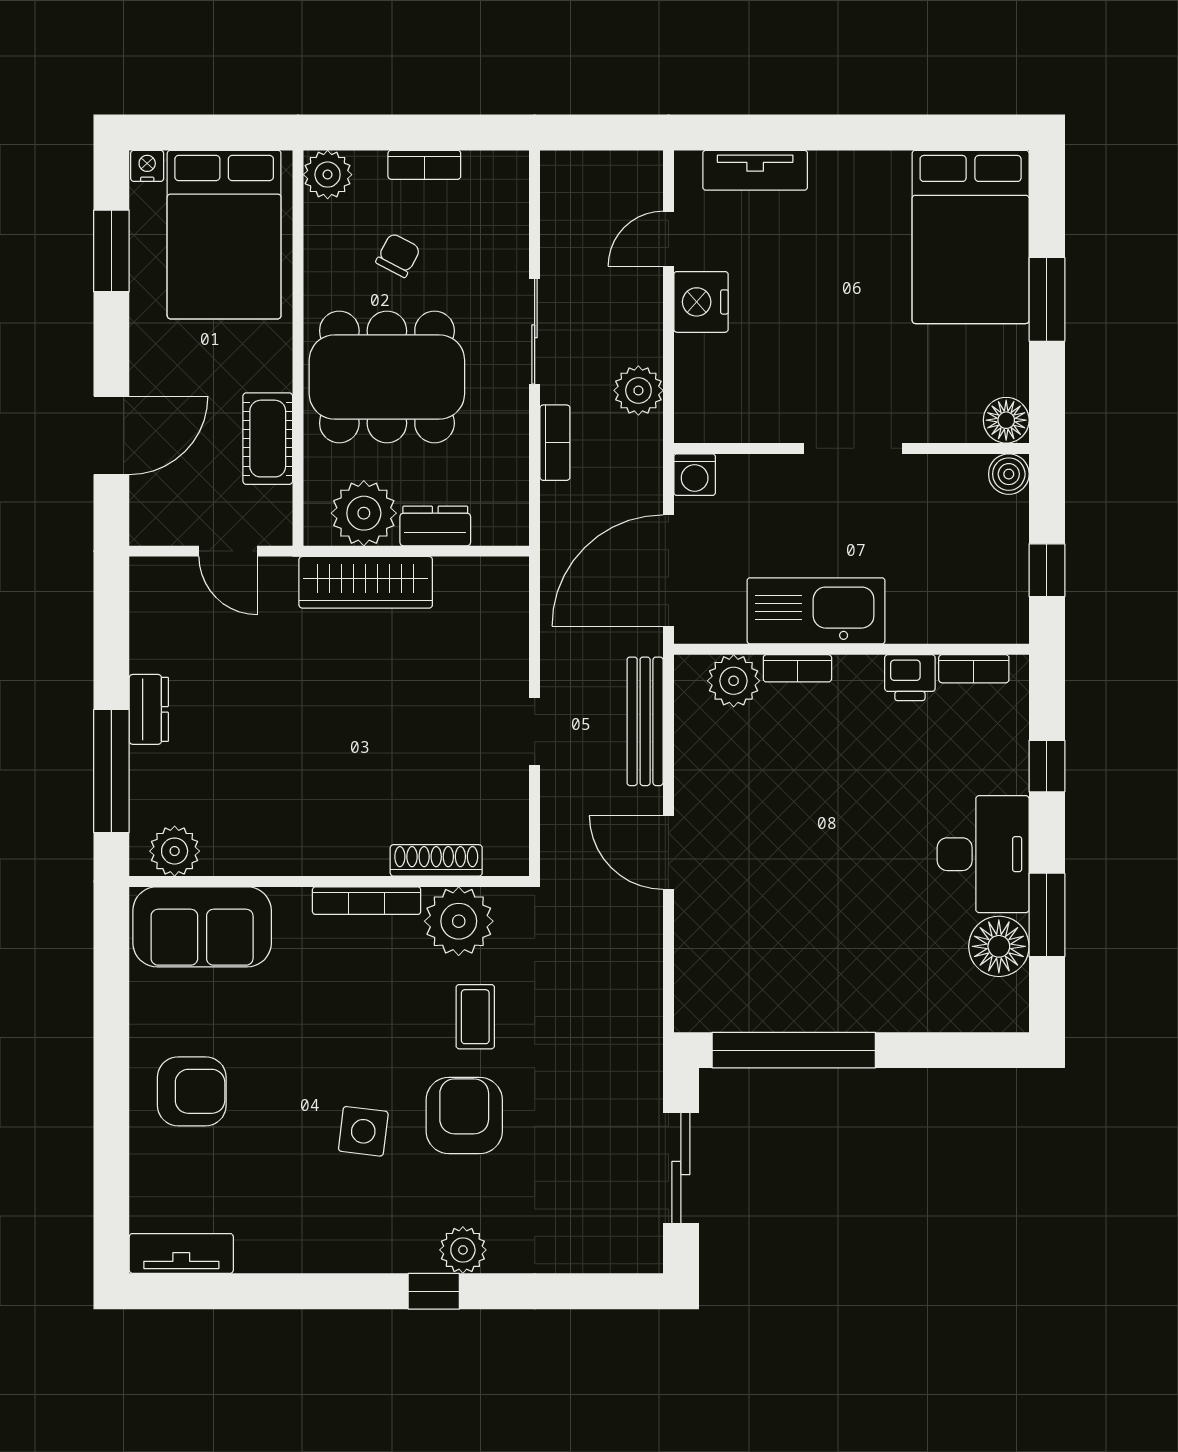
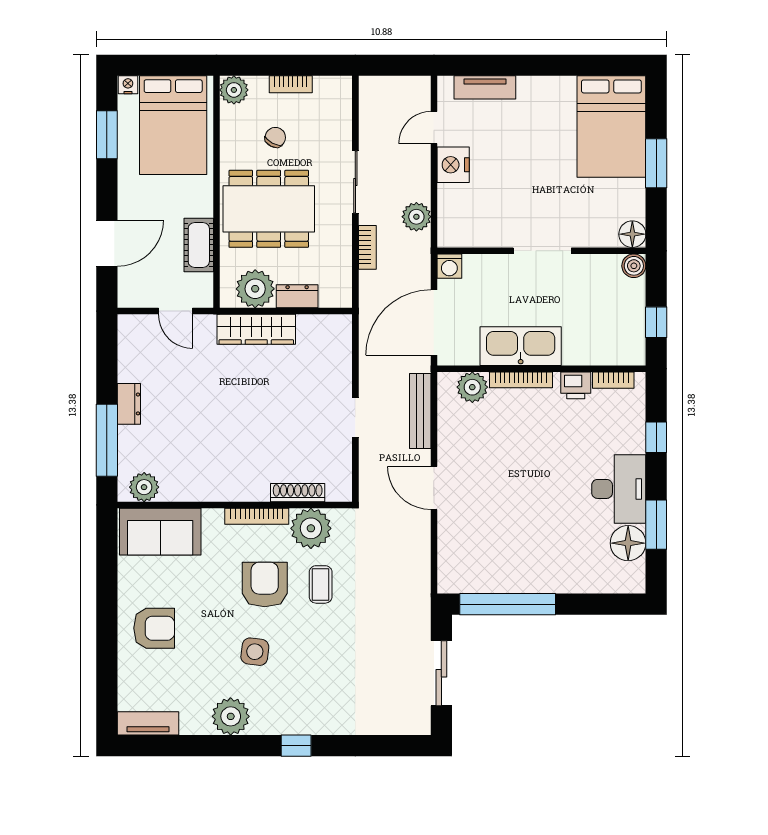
bookcase: (797, 668) -> (521, 380), width x1.56
armchair: (464, 1116) -> (265, 584), moved
plant: (463, 1250) -> (231, 716), moved, width x1.36, depth x1.36

